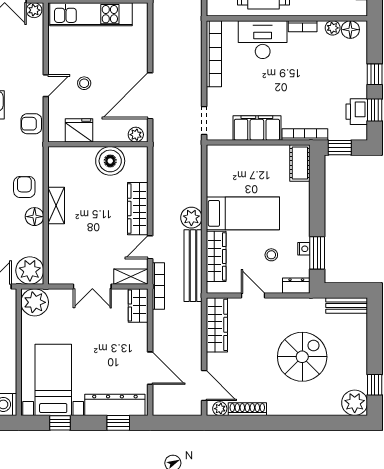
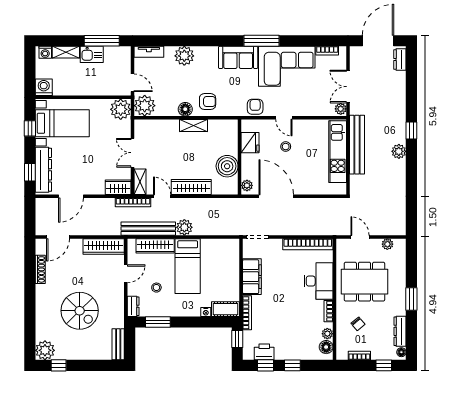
nightstand: (304, 249) -> (206, 312), moved
plant: (220, 409) -> (41, 249), removed

